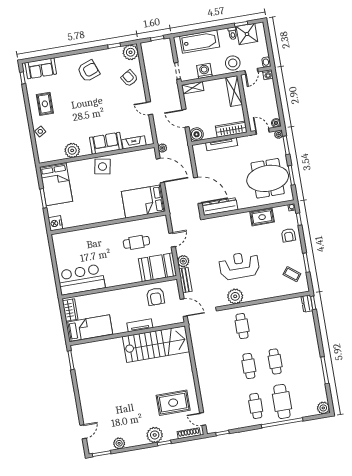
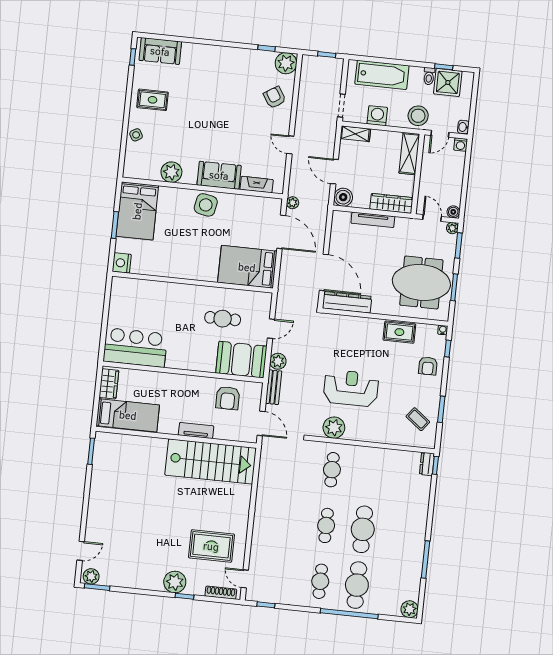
armchair: (88, 71) -> (223, 72), removed
rug: (45, 104) -> (152, 100), turned 90
cafe table: (275, 362) -> (363, 529), width x1.37, depth x1.35
plant: (119, 443) -> (91, 576), moved

